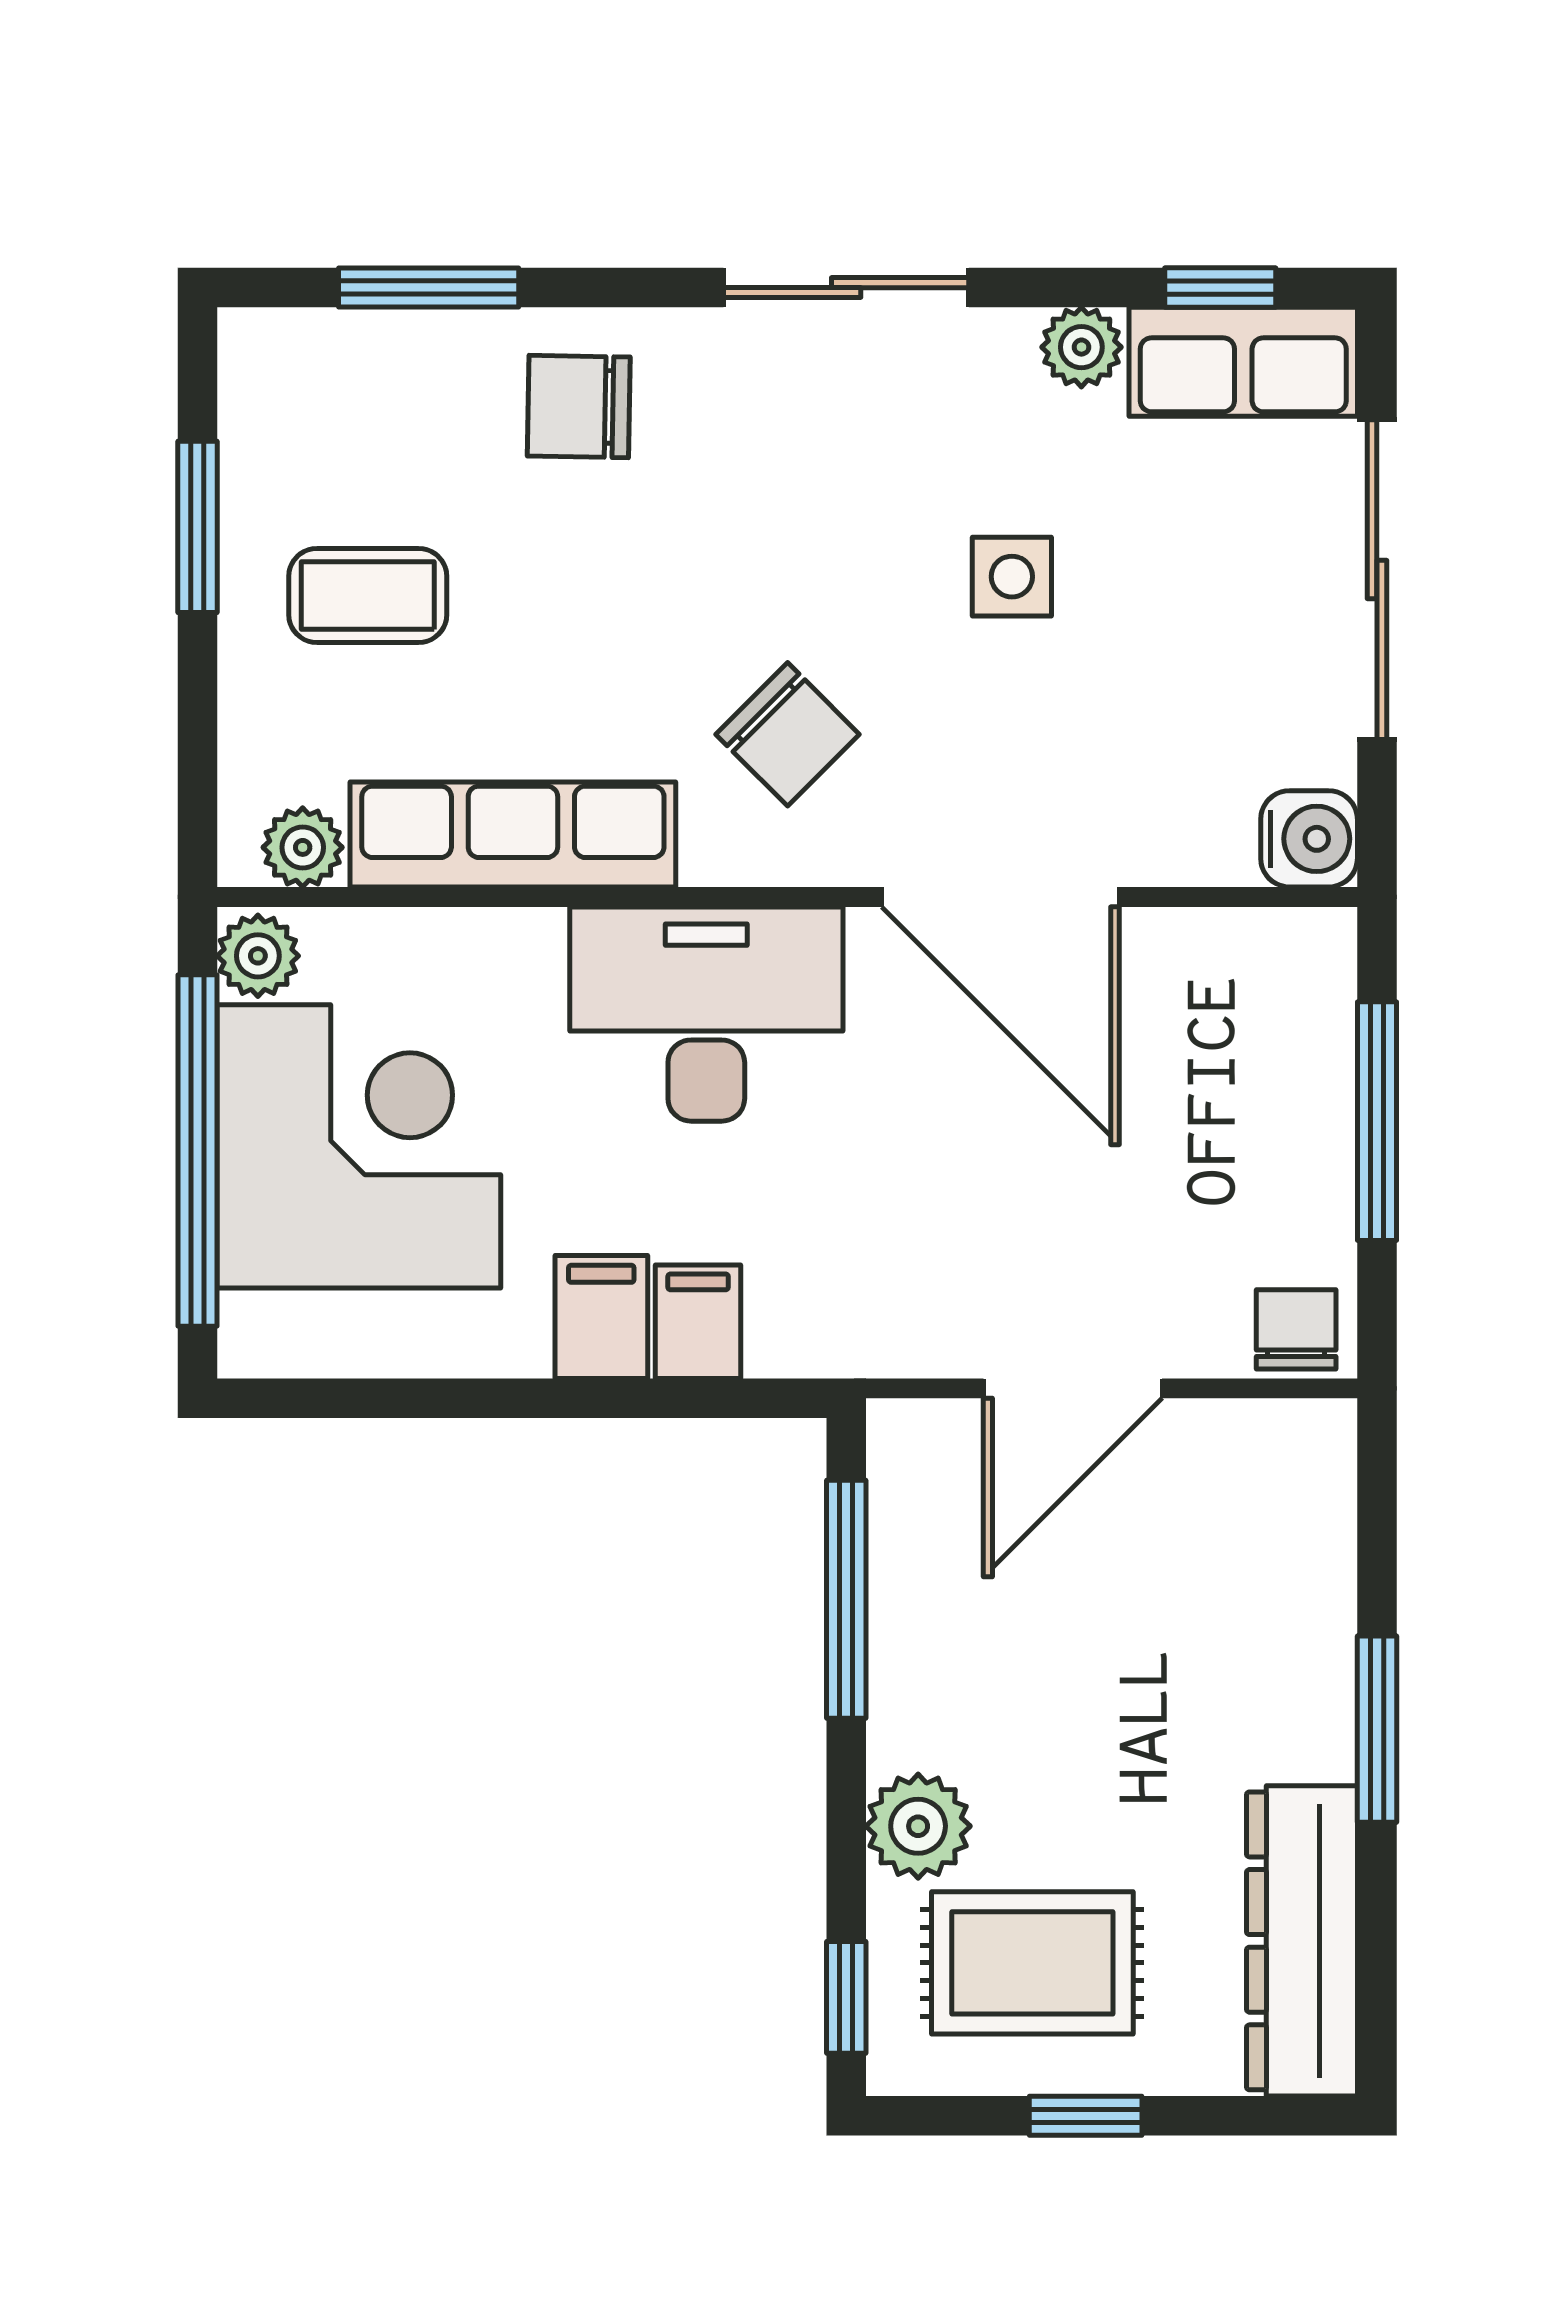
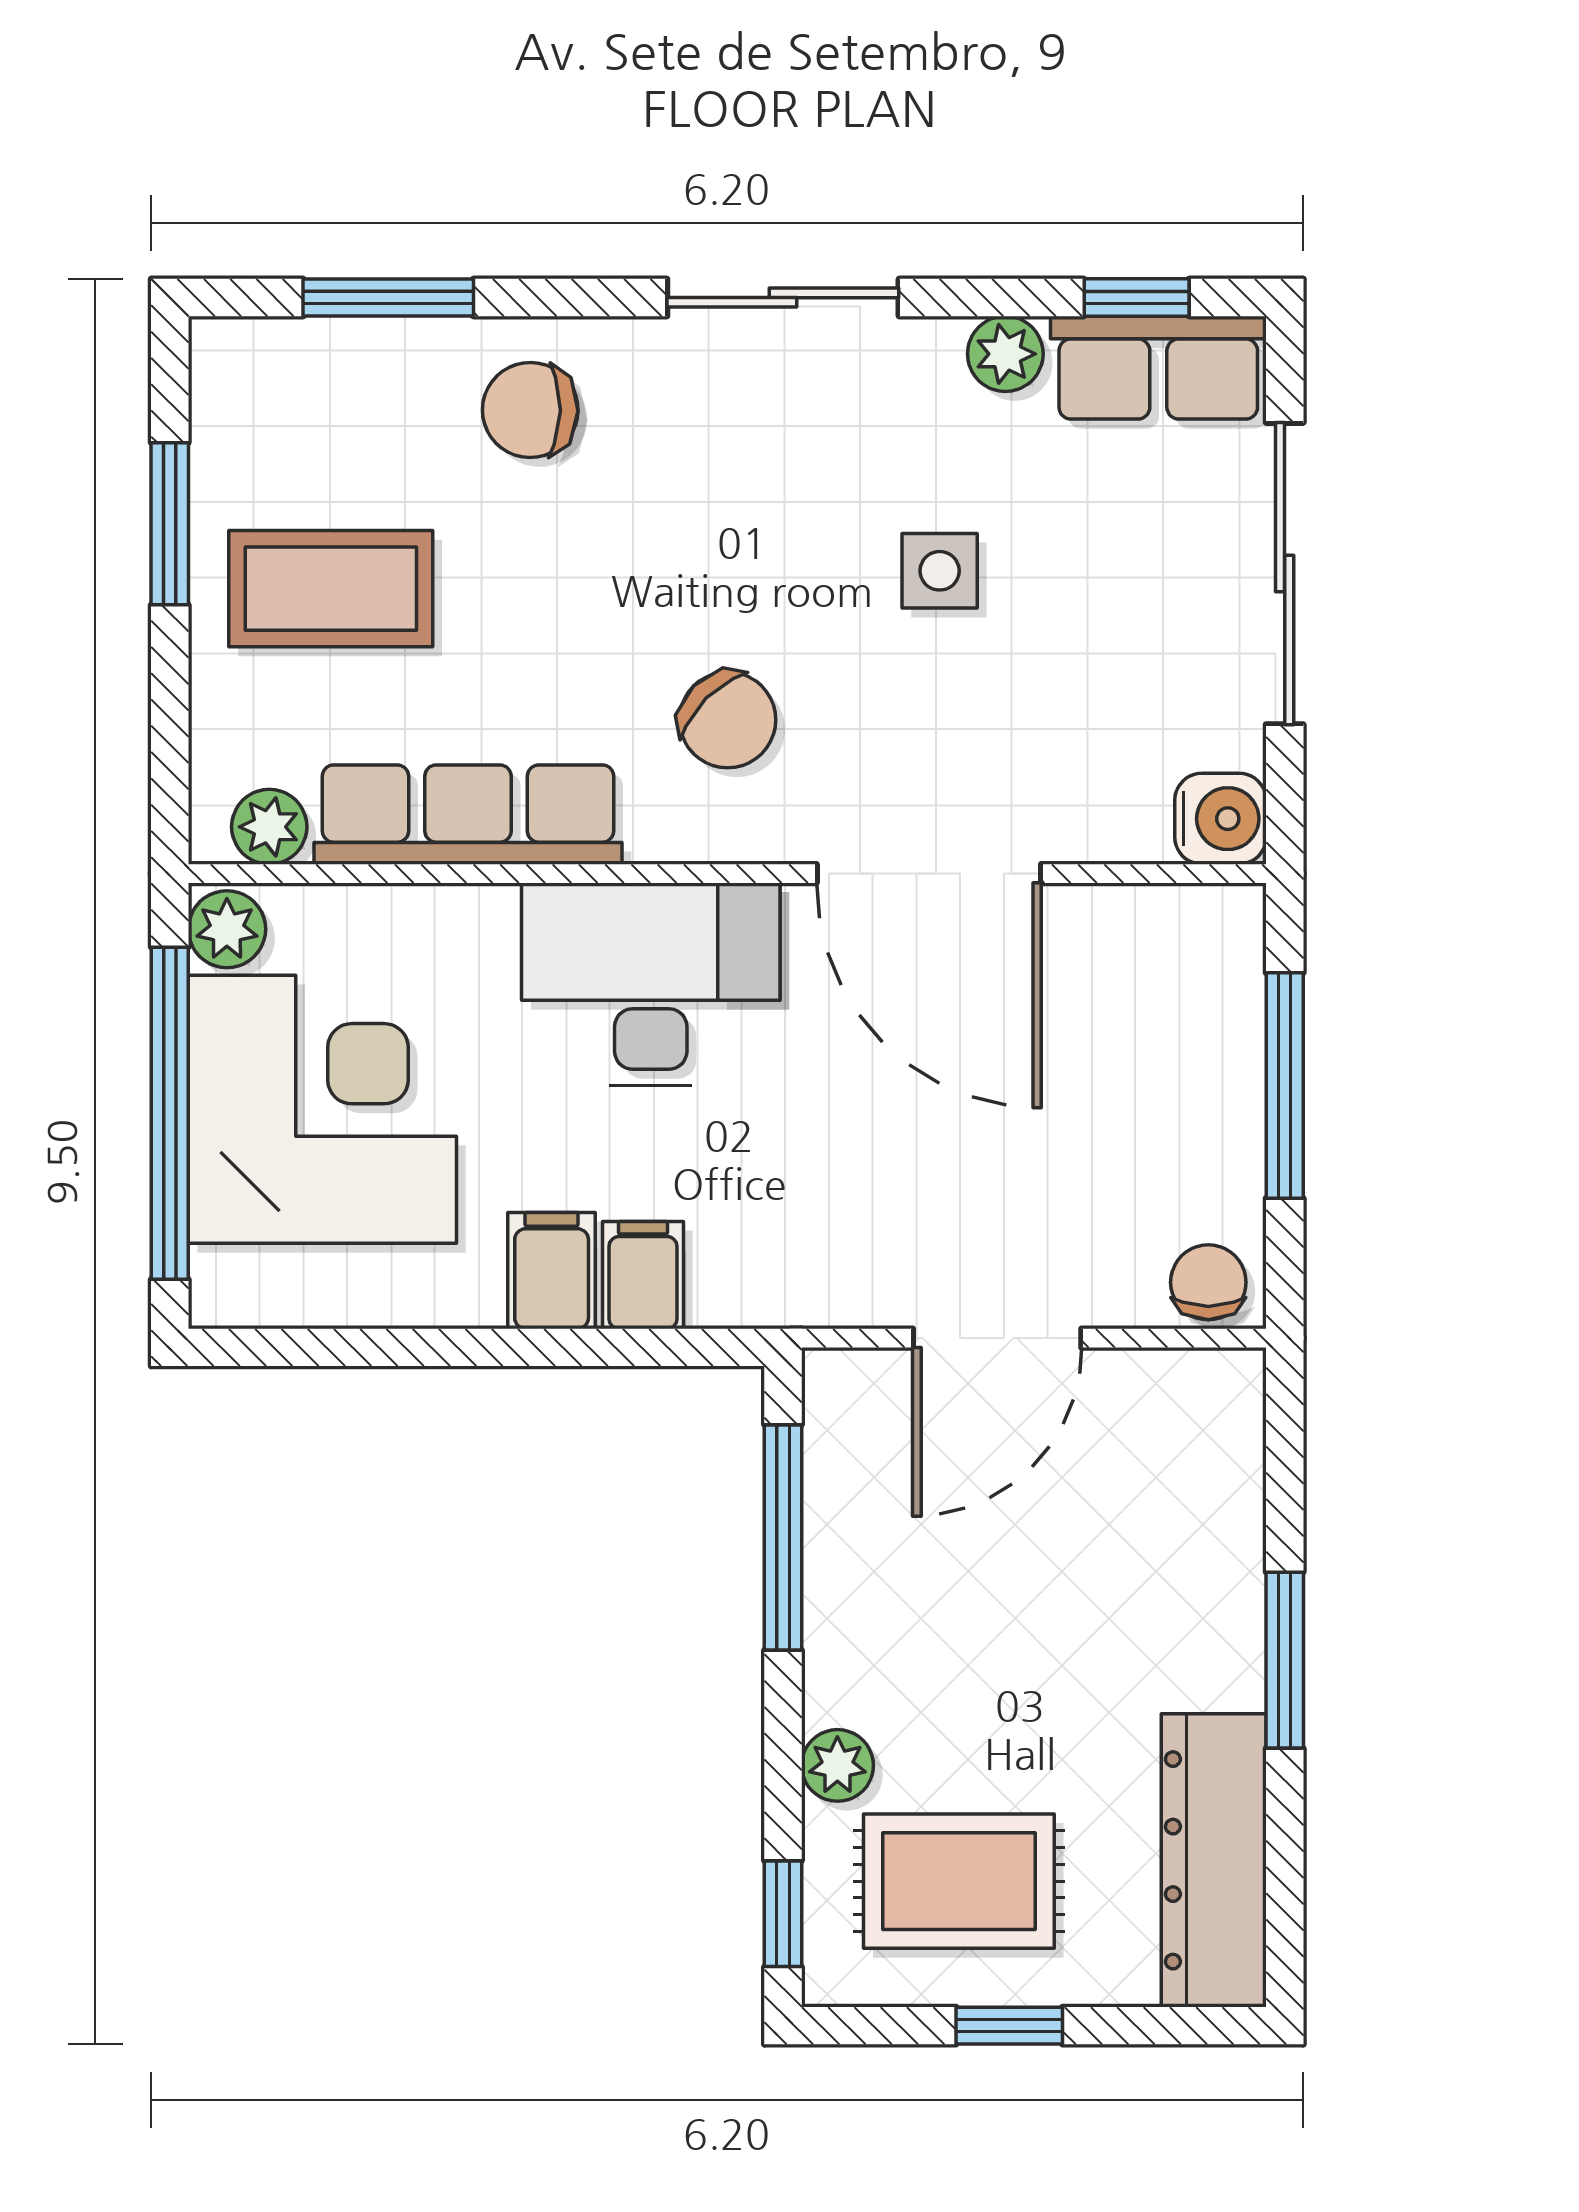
coffee table: (368, 595) -> (331, 589), width x1.36, depth x1.30
plant: (918, 1826) -> (837, 1765), width x0.73, depth x0.73

